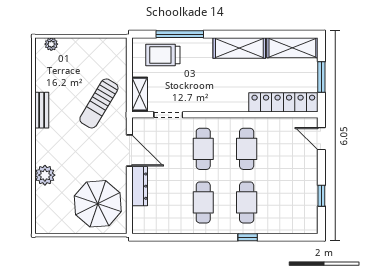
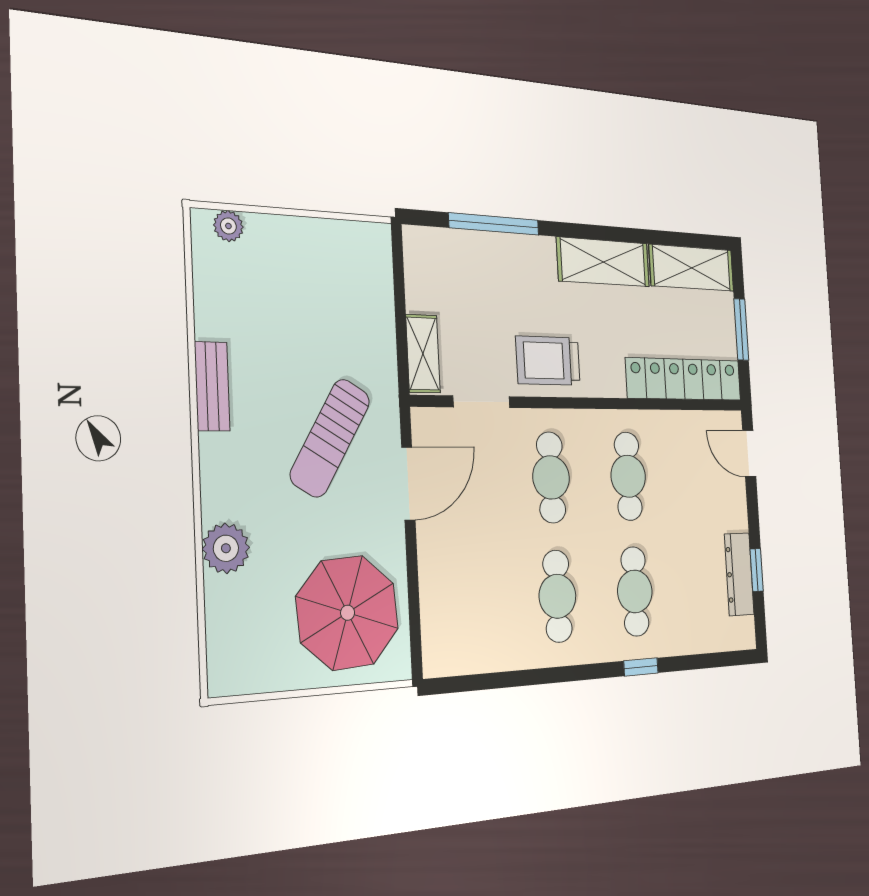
trolley: (163, 55) -> (548, 361), moved
sun lounger: (99, 103) -> (330, 438), moved
door: (129, 151) -> (408, 483), hinge flipped
dresser: (140, 186) -> (739, 574), moved, turned 180

